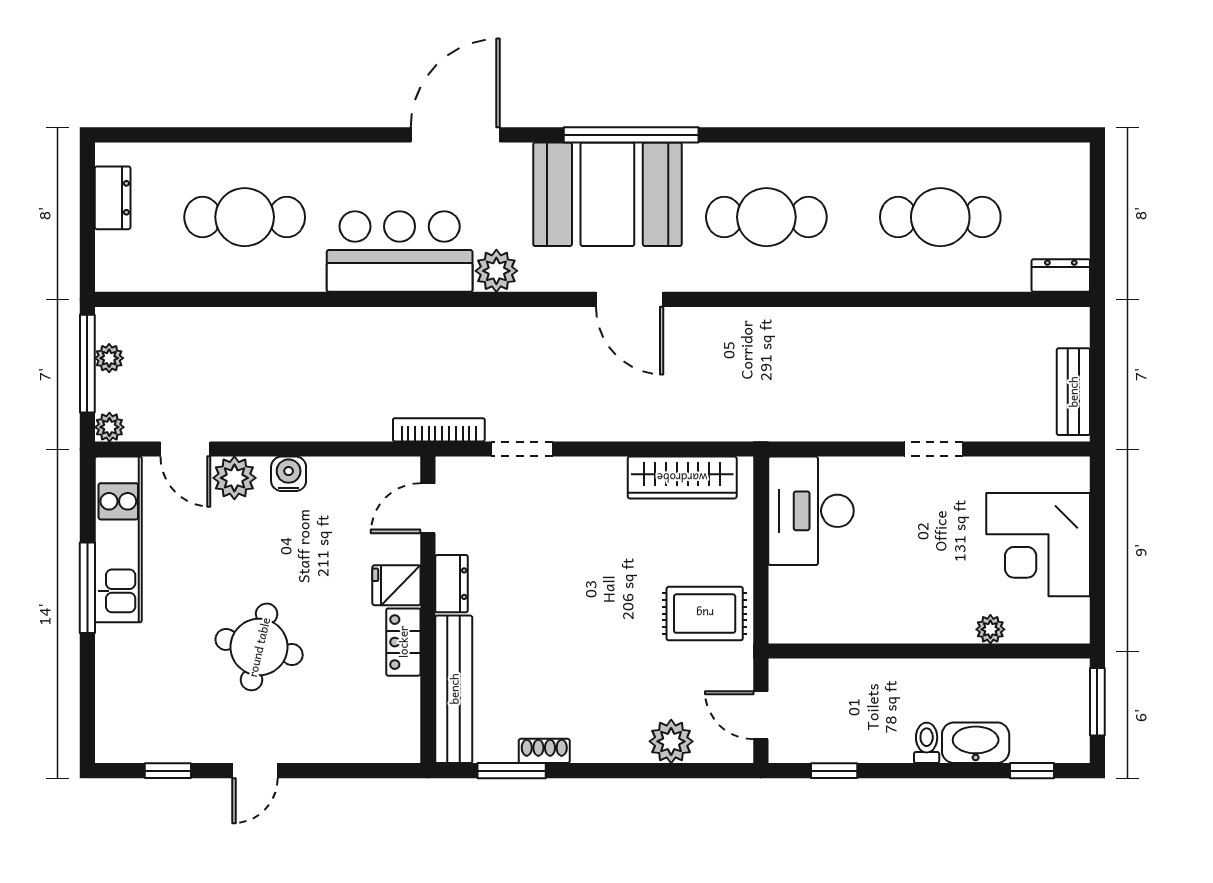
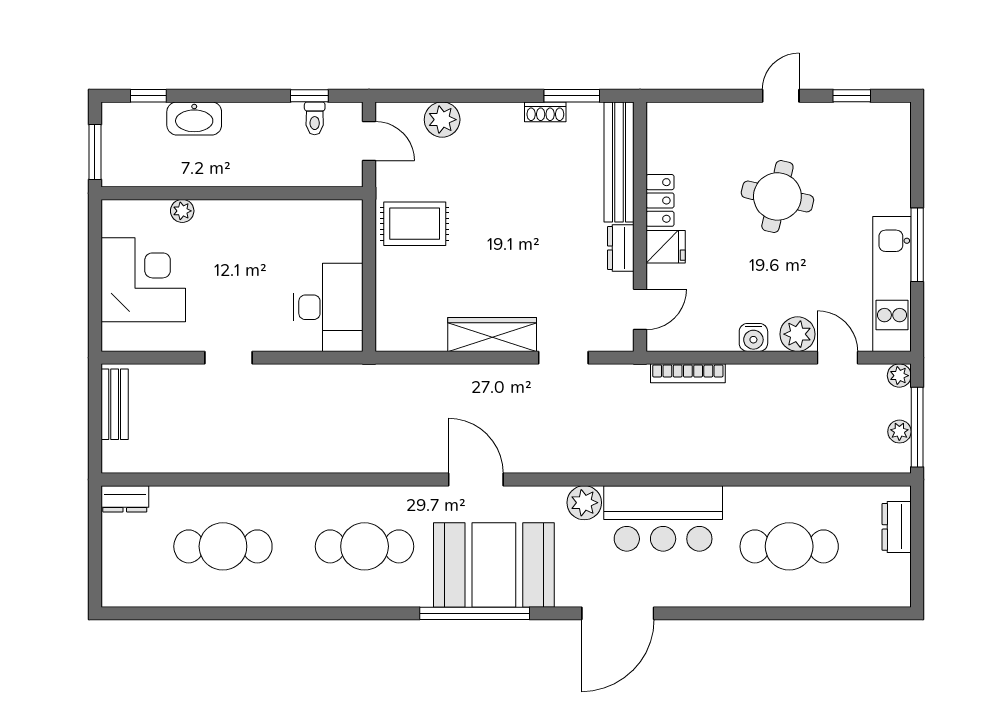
dresser: (113, 198) -> (897, 527), moved
bookcase: (439, 430) -> (688, 373), moved
wardrobe: (682, 478) -> (492, 334), moved
toilet: (927, 743) -> (315, 118), moved

